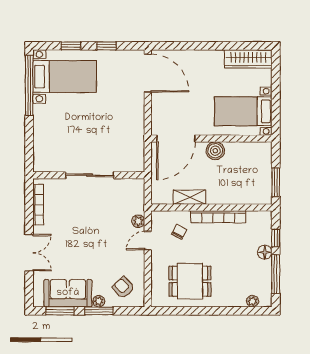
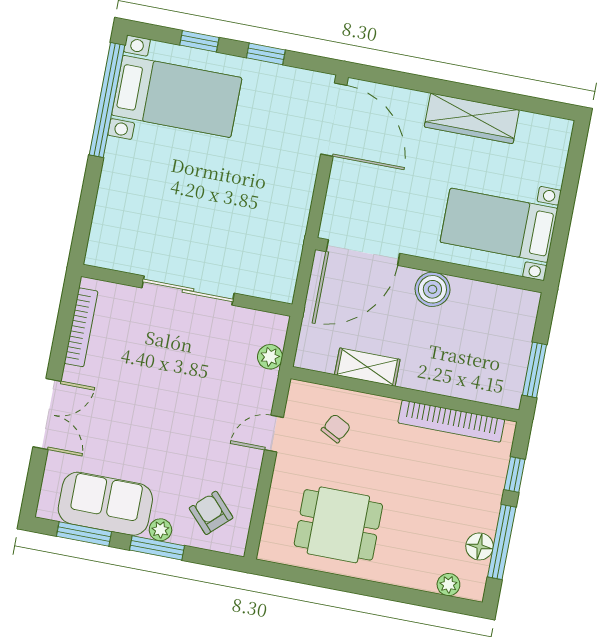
wardrobe: (248, 59) -> (472, 118), moved
bookcase: (218, 217) -> (451, 421), moved
plant: (138, 221) -> (270, 357), moved
floor lamp: (265, 252) -> (480, 546), moved

